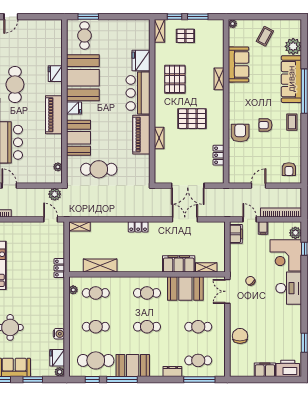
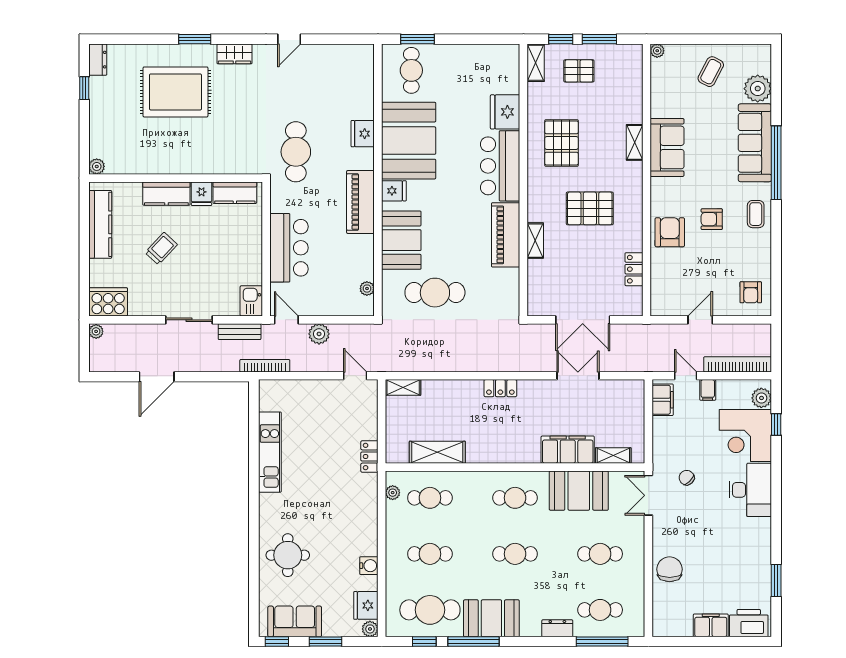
sofa: (239, 64) -> (667, 147), moved
plant: (55, 194) -> (319, 334), moved

